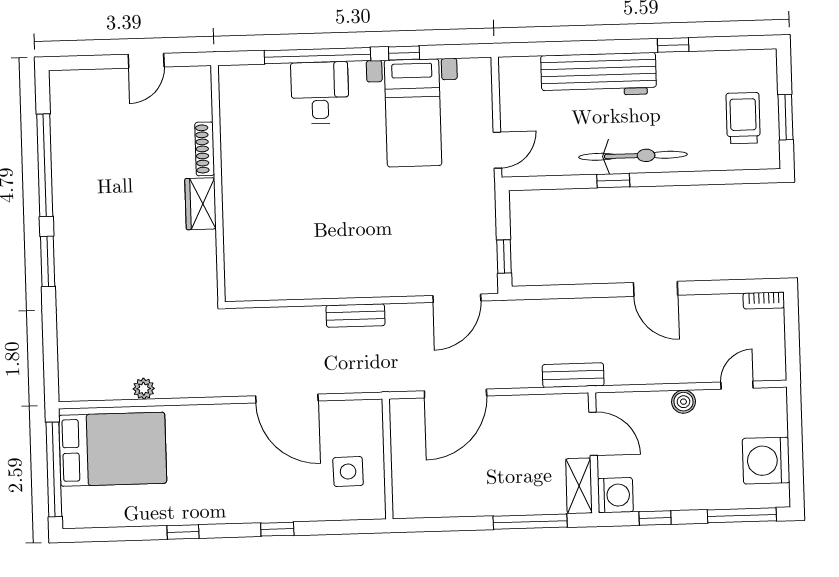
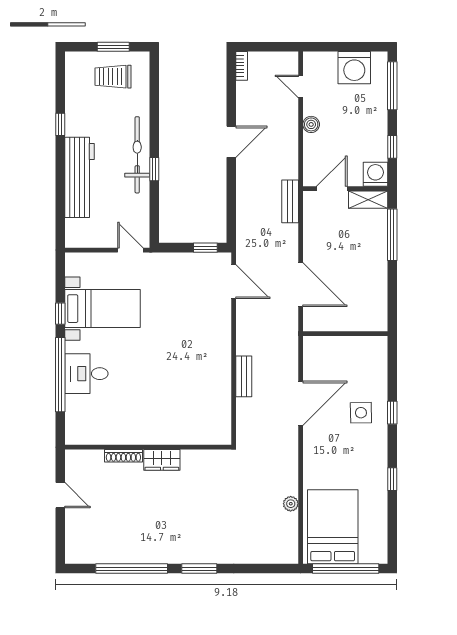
bench: (355, 316) -> (244, 376), moved
side table: (348, 472) -> (361, 413), moved

